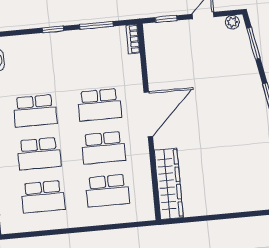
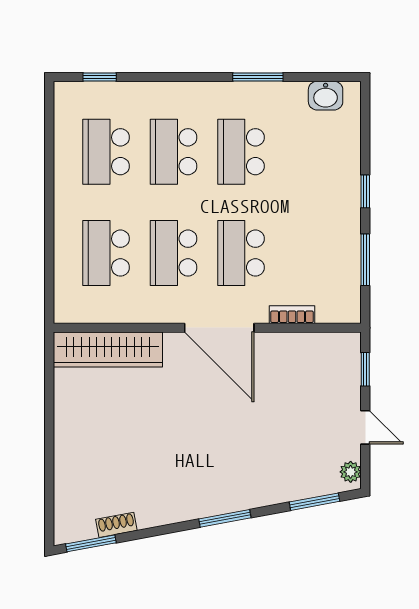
bookcase: (133, 39) -> (292, 315), moved

